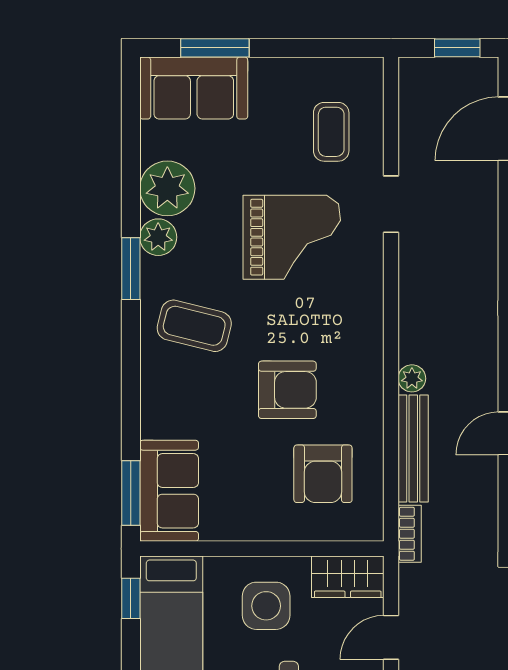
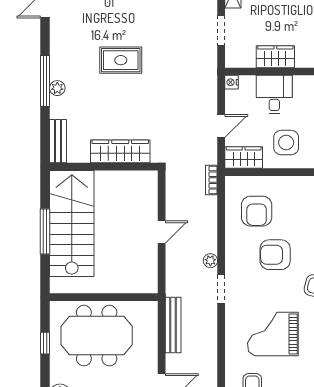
doorway: (391, 204) -> (221, 289), moved
bench: (413, 449) -> (173, 325), moved
armchair: (323, 474) -> (257, 211), turned 180

